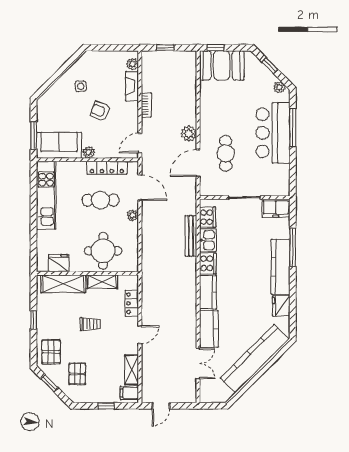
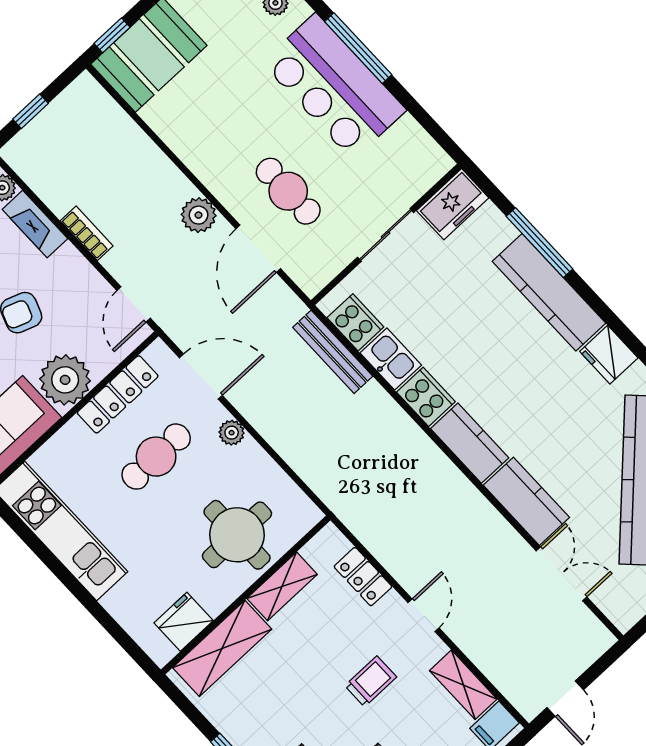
plant: (89, 152) -> (65, 380), width x1.88, depth x1.88
bench: (191, 236) -> (333, 352), moved
trolley: (90, 324) -> (371, 681), moved

